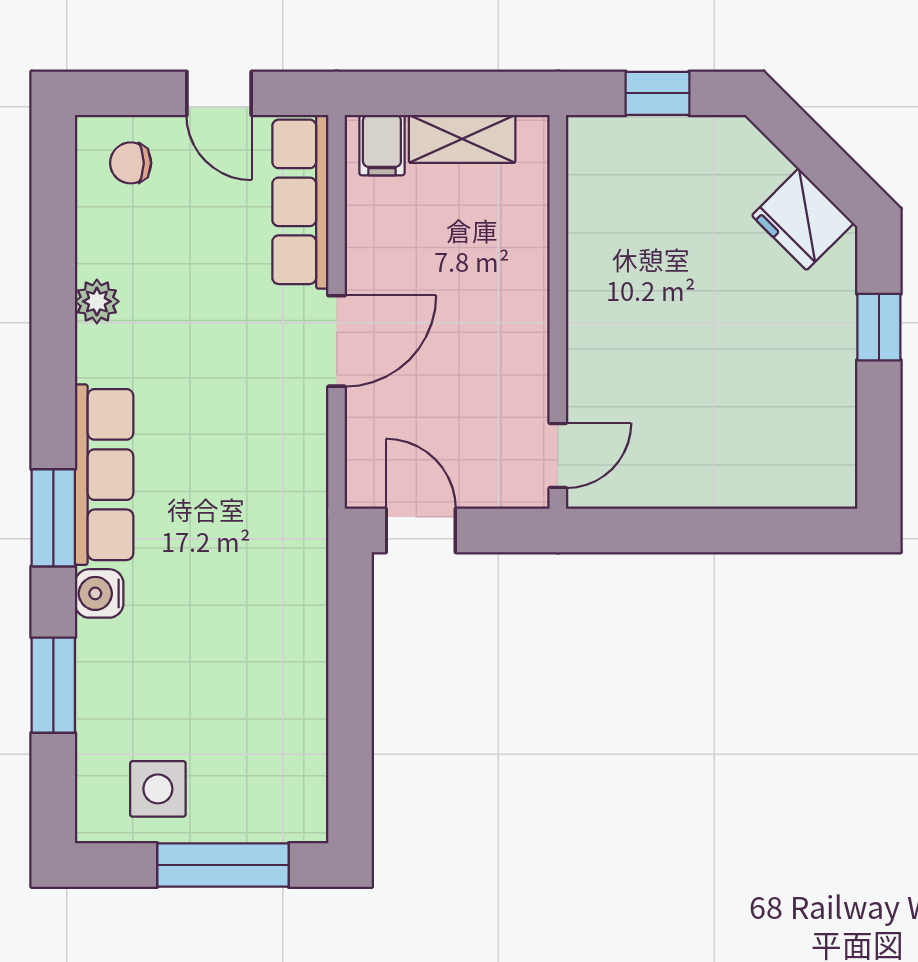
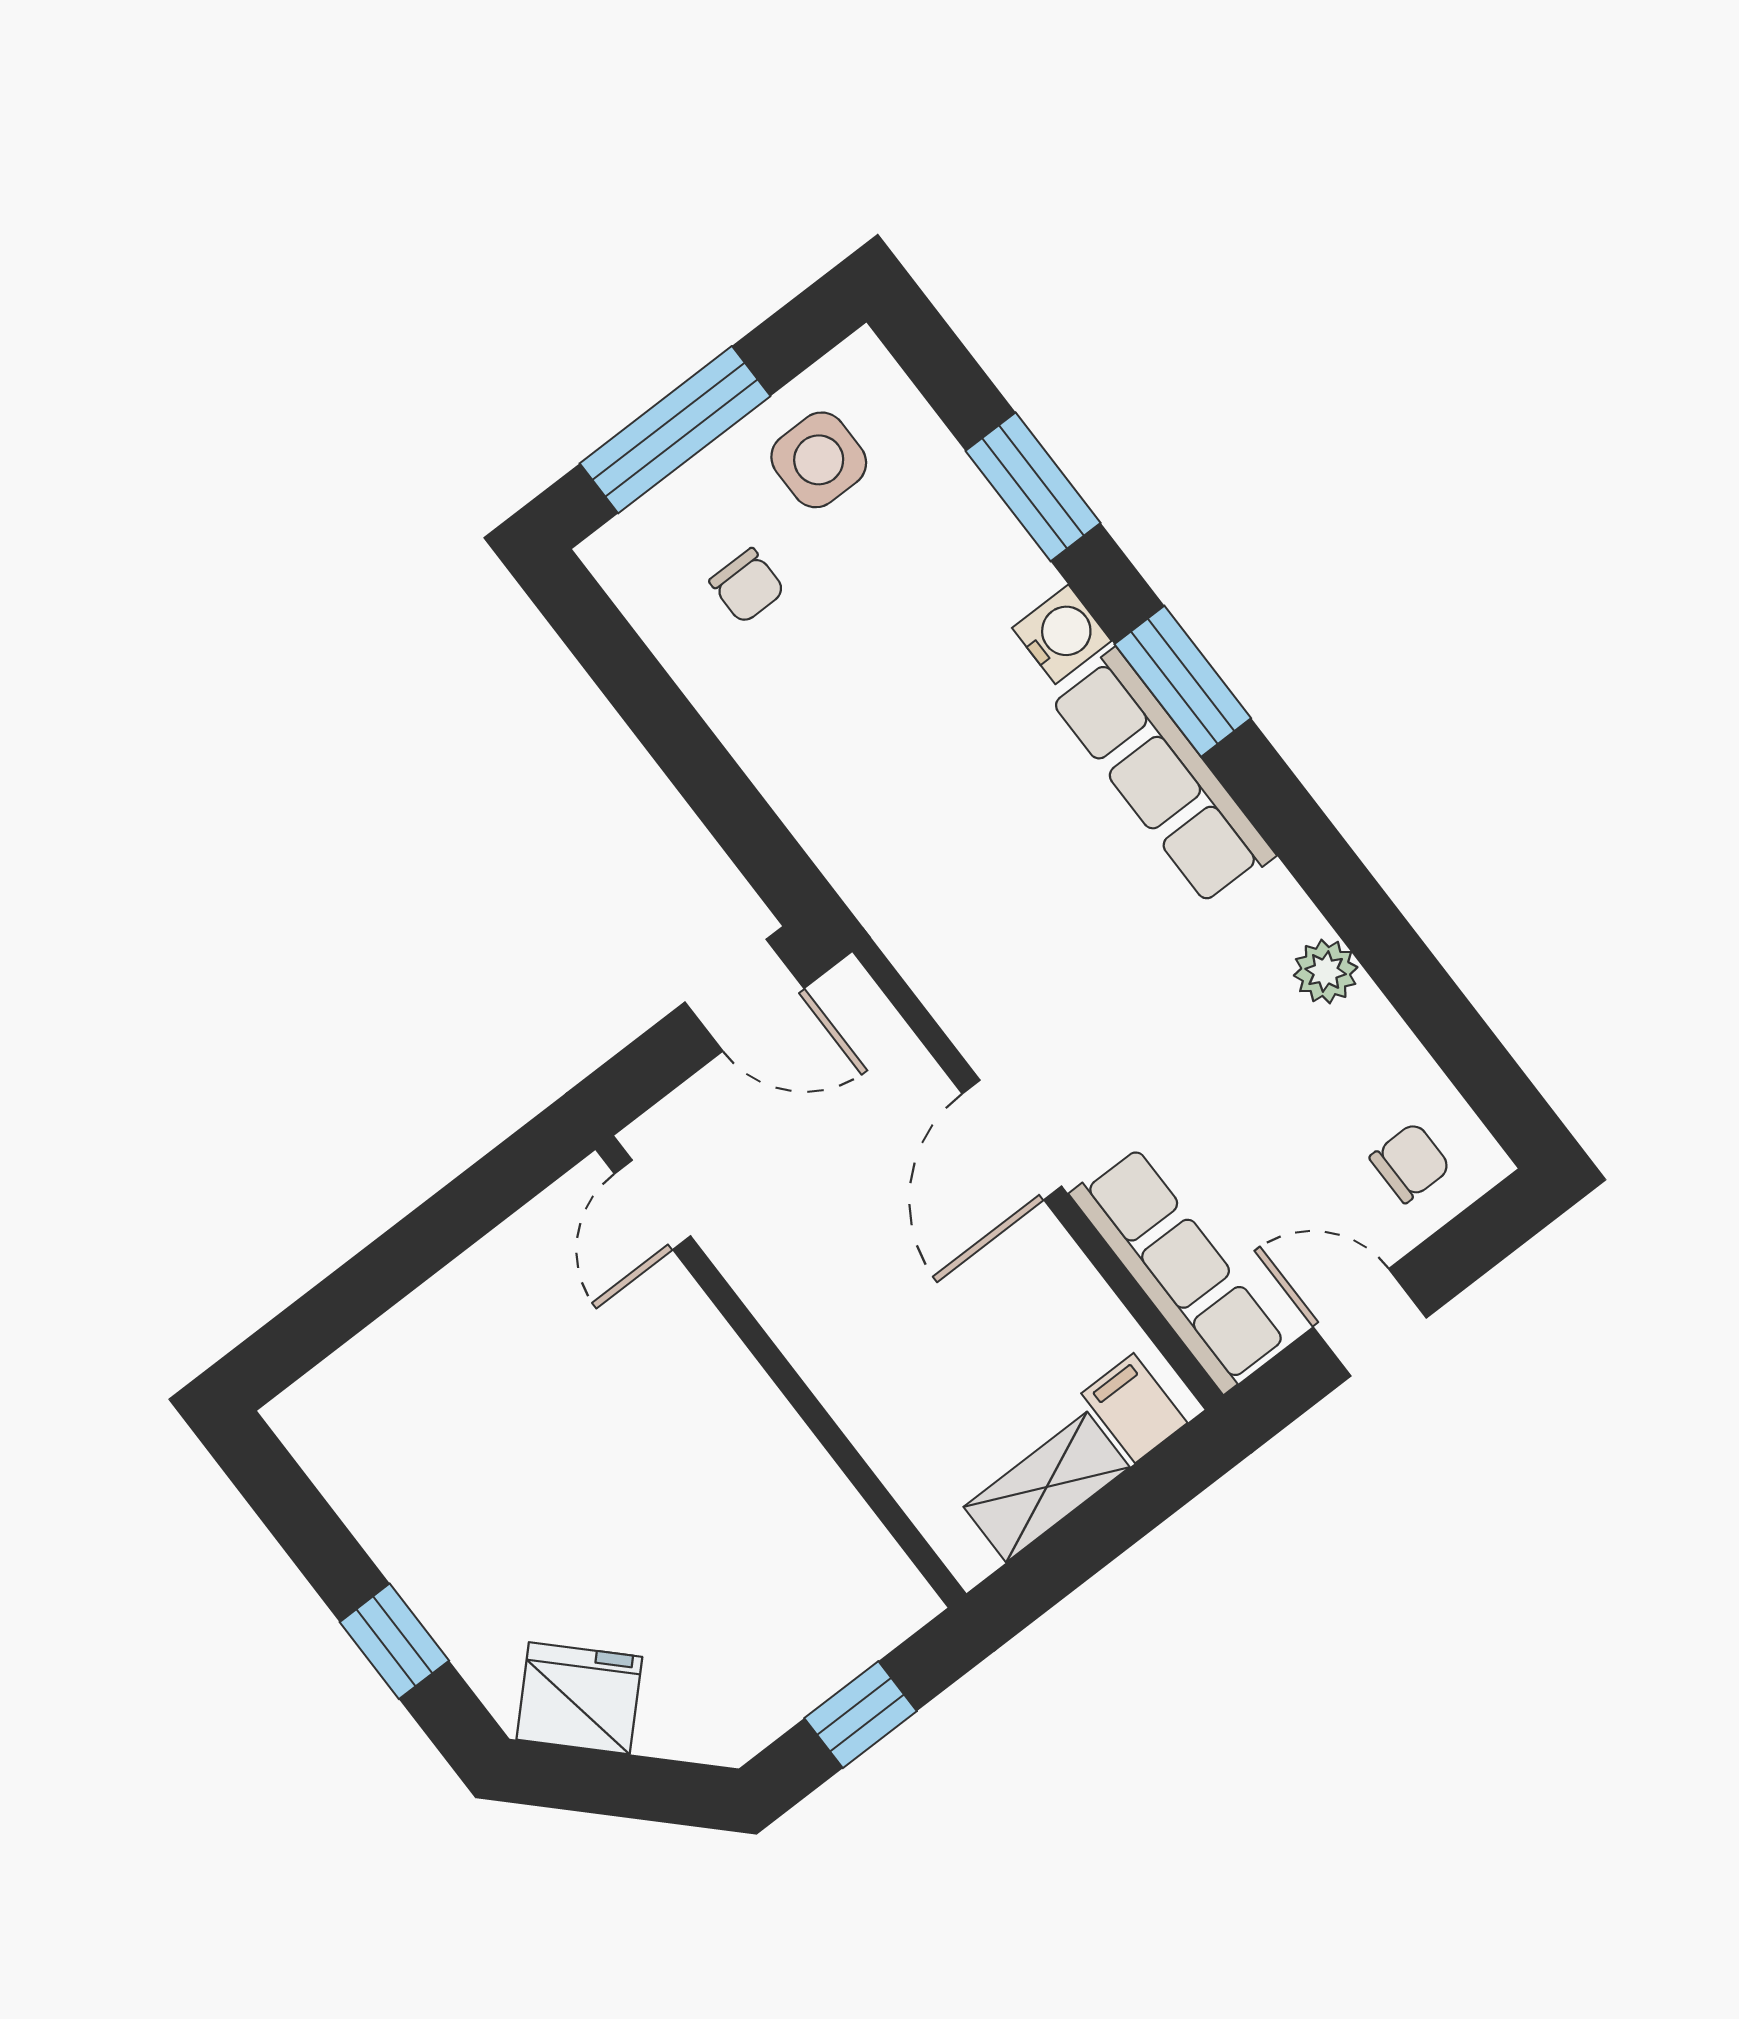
chair: (249, 751) -> (747, 586), added

